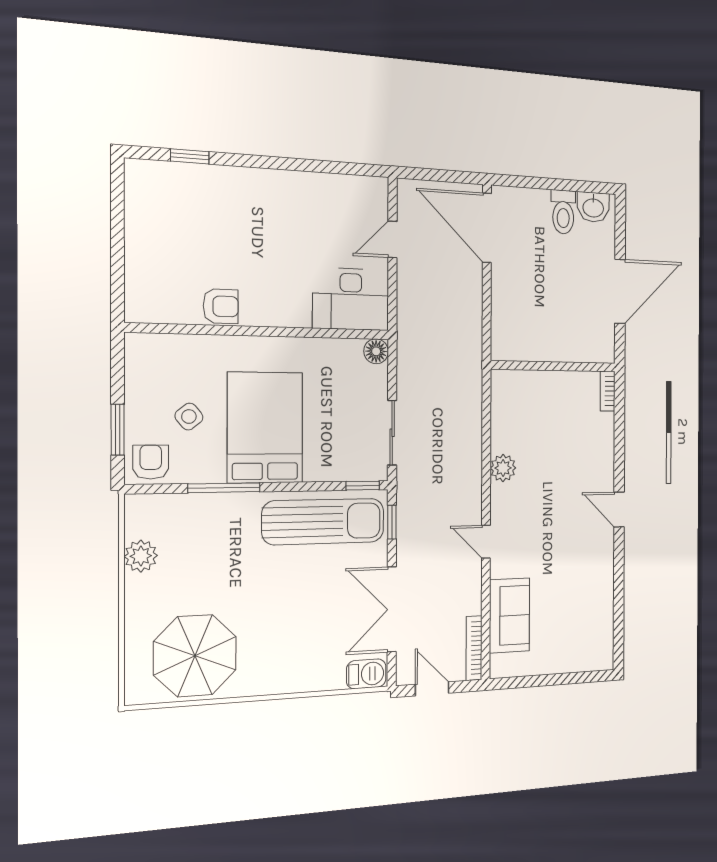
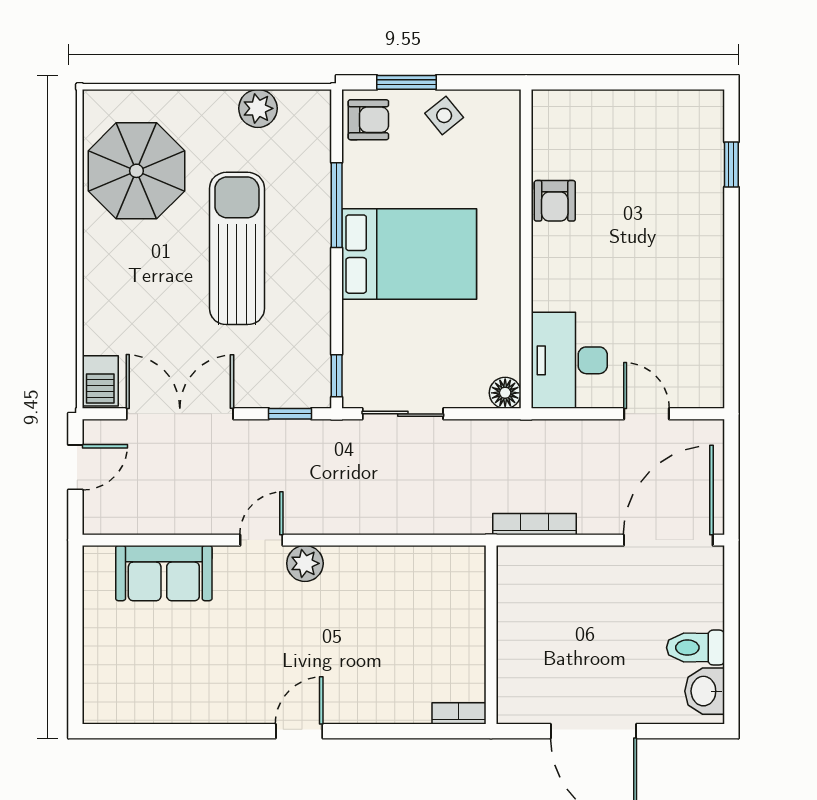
side table: (189, 417) -> (444, 115), moved
plant: (503, 468) -> (305, 563), moved
sun lounger: (324, 522) -> (237, 248), moved, turned 180
bookcase: (474, 648) -> (535, 524), moved

